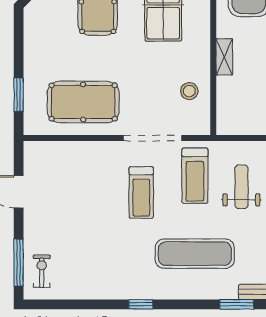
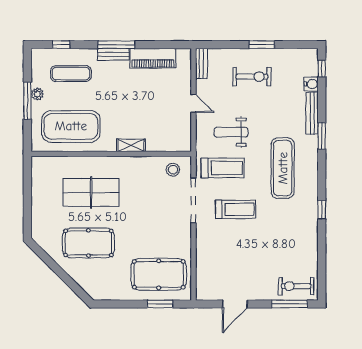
stool: (189, 91) -> (173, 170), moved
pool table: (83, 102) -> (159, 274), moved, turned 90
exercise bike: (42, 271) -> (296, 286), width x1.38, depth x1.39

